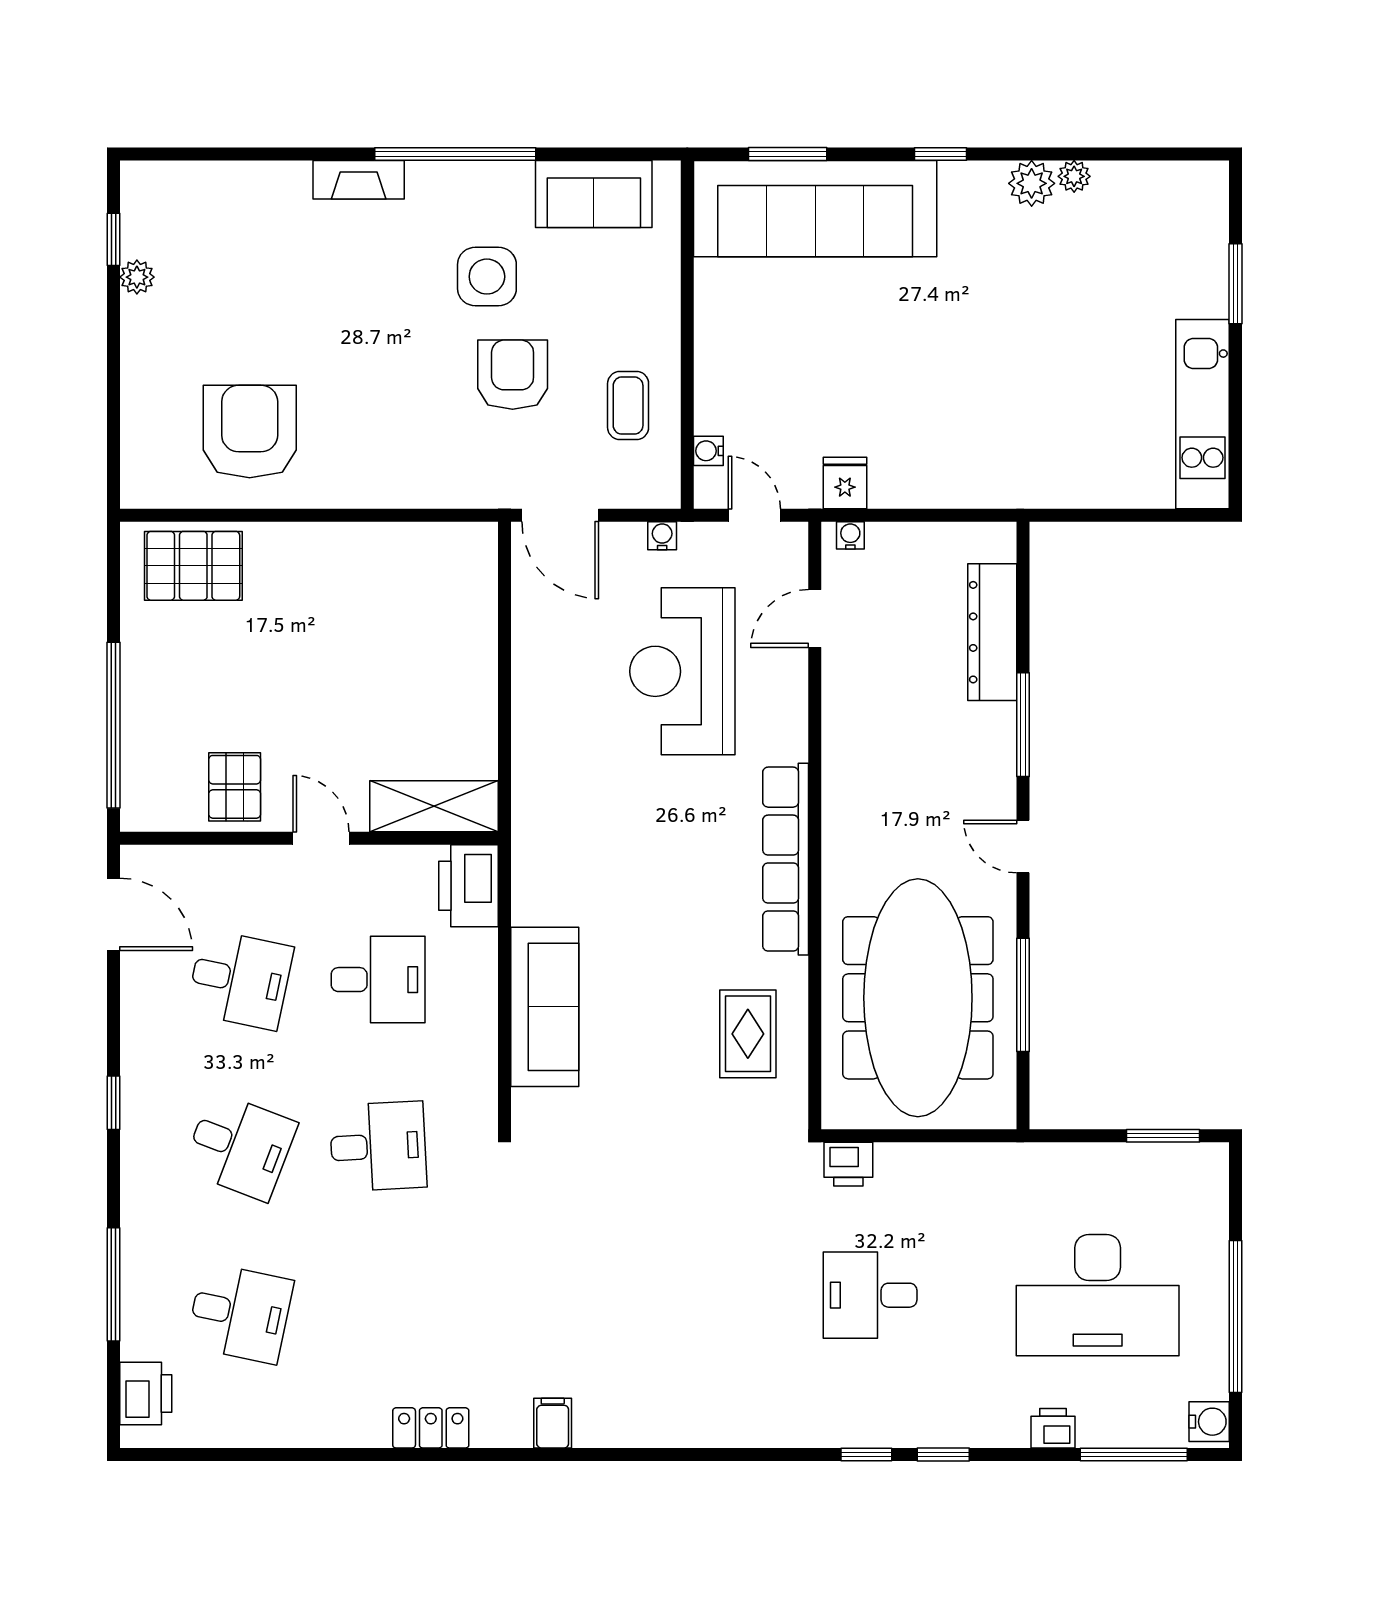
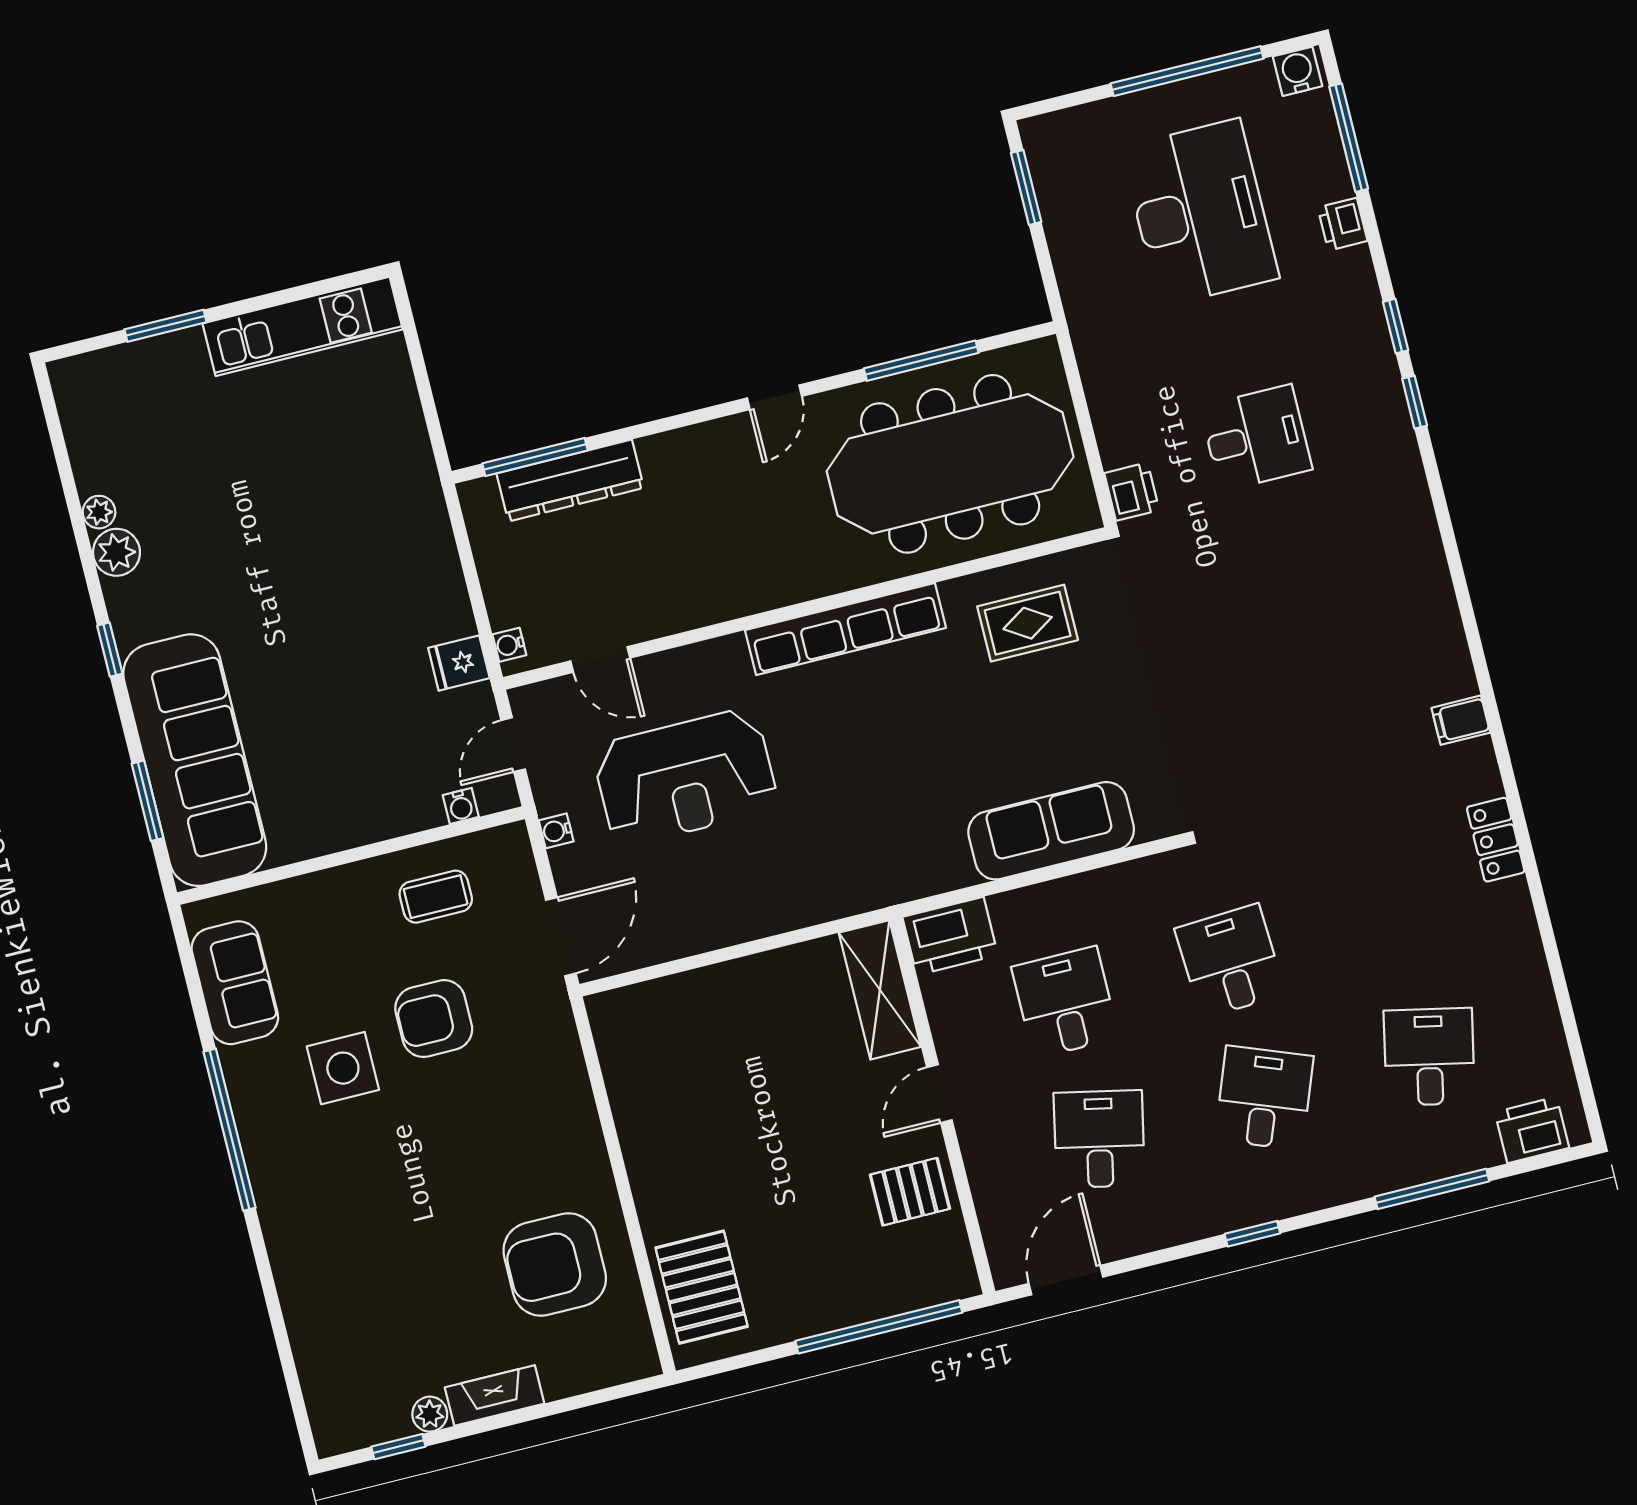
fireplace: (359, 180) -> (495, 1395), moved, turned -90
window: (1023, 725) -> (535, 457), moved
desk: (870, 1295) -> (1256, 438), turned -90

